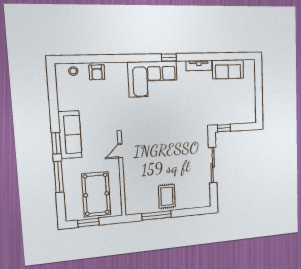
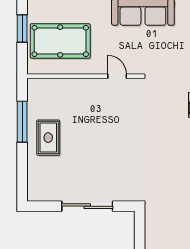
window: (224, 128) -> (140, 225), removed
rug: (167, 196) -> (48, 138), turned 90

